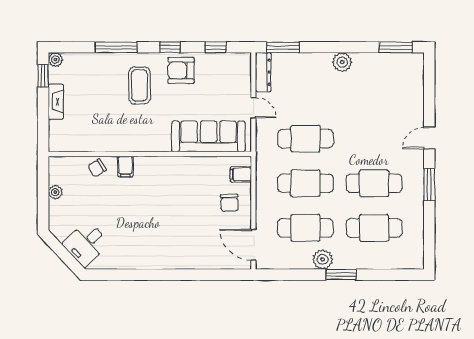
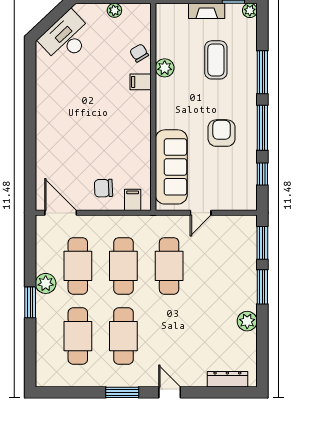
window: (170, 47) -> (262, 128), width x2.17
window: (396, 47) -> (262, 287), moved
plant: (342, 62) -> (247, 321), moved
armchair: (181, 70) -> (222, 133), moved
dresser: (263, 72) -> (227, 379), moved, turned 180
coffee table: (139, 85) -> (216, 60), moved, turned 90
plant: (112, 143) -> (165, 68), added
desk: (86, 244) -> (66, 37), width x1.37
door: (253, 245) -> (61, 213), hinge flipped

